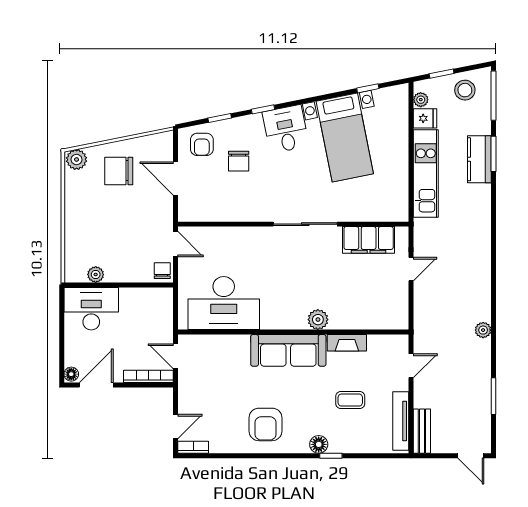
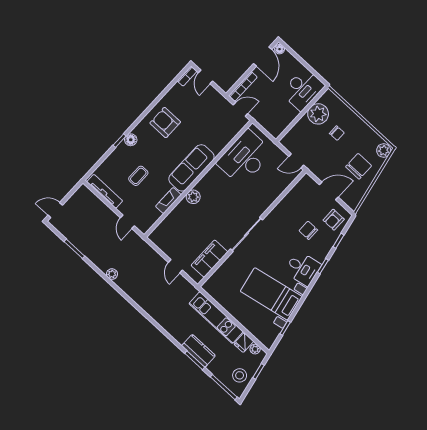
armchair: (202, 144) -> (334, 220), turned -90
chair: (162, 271) -> (337, 133), moved
plant: (96, 274) -> (318, 114), width x1.88, depth x1.88
bench: (422, 431) -> (90, 197), removed

